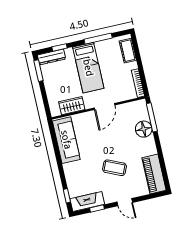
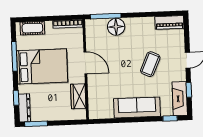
bed: (88, 68) -> (42, 66), width x1.50
sofa: (66, 140) -> (137, 108), moved
piano: (154, 174) -> (169, 22), width x0.73, depth x0.75

